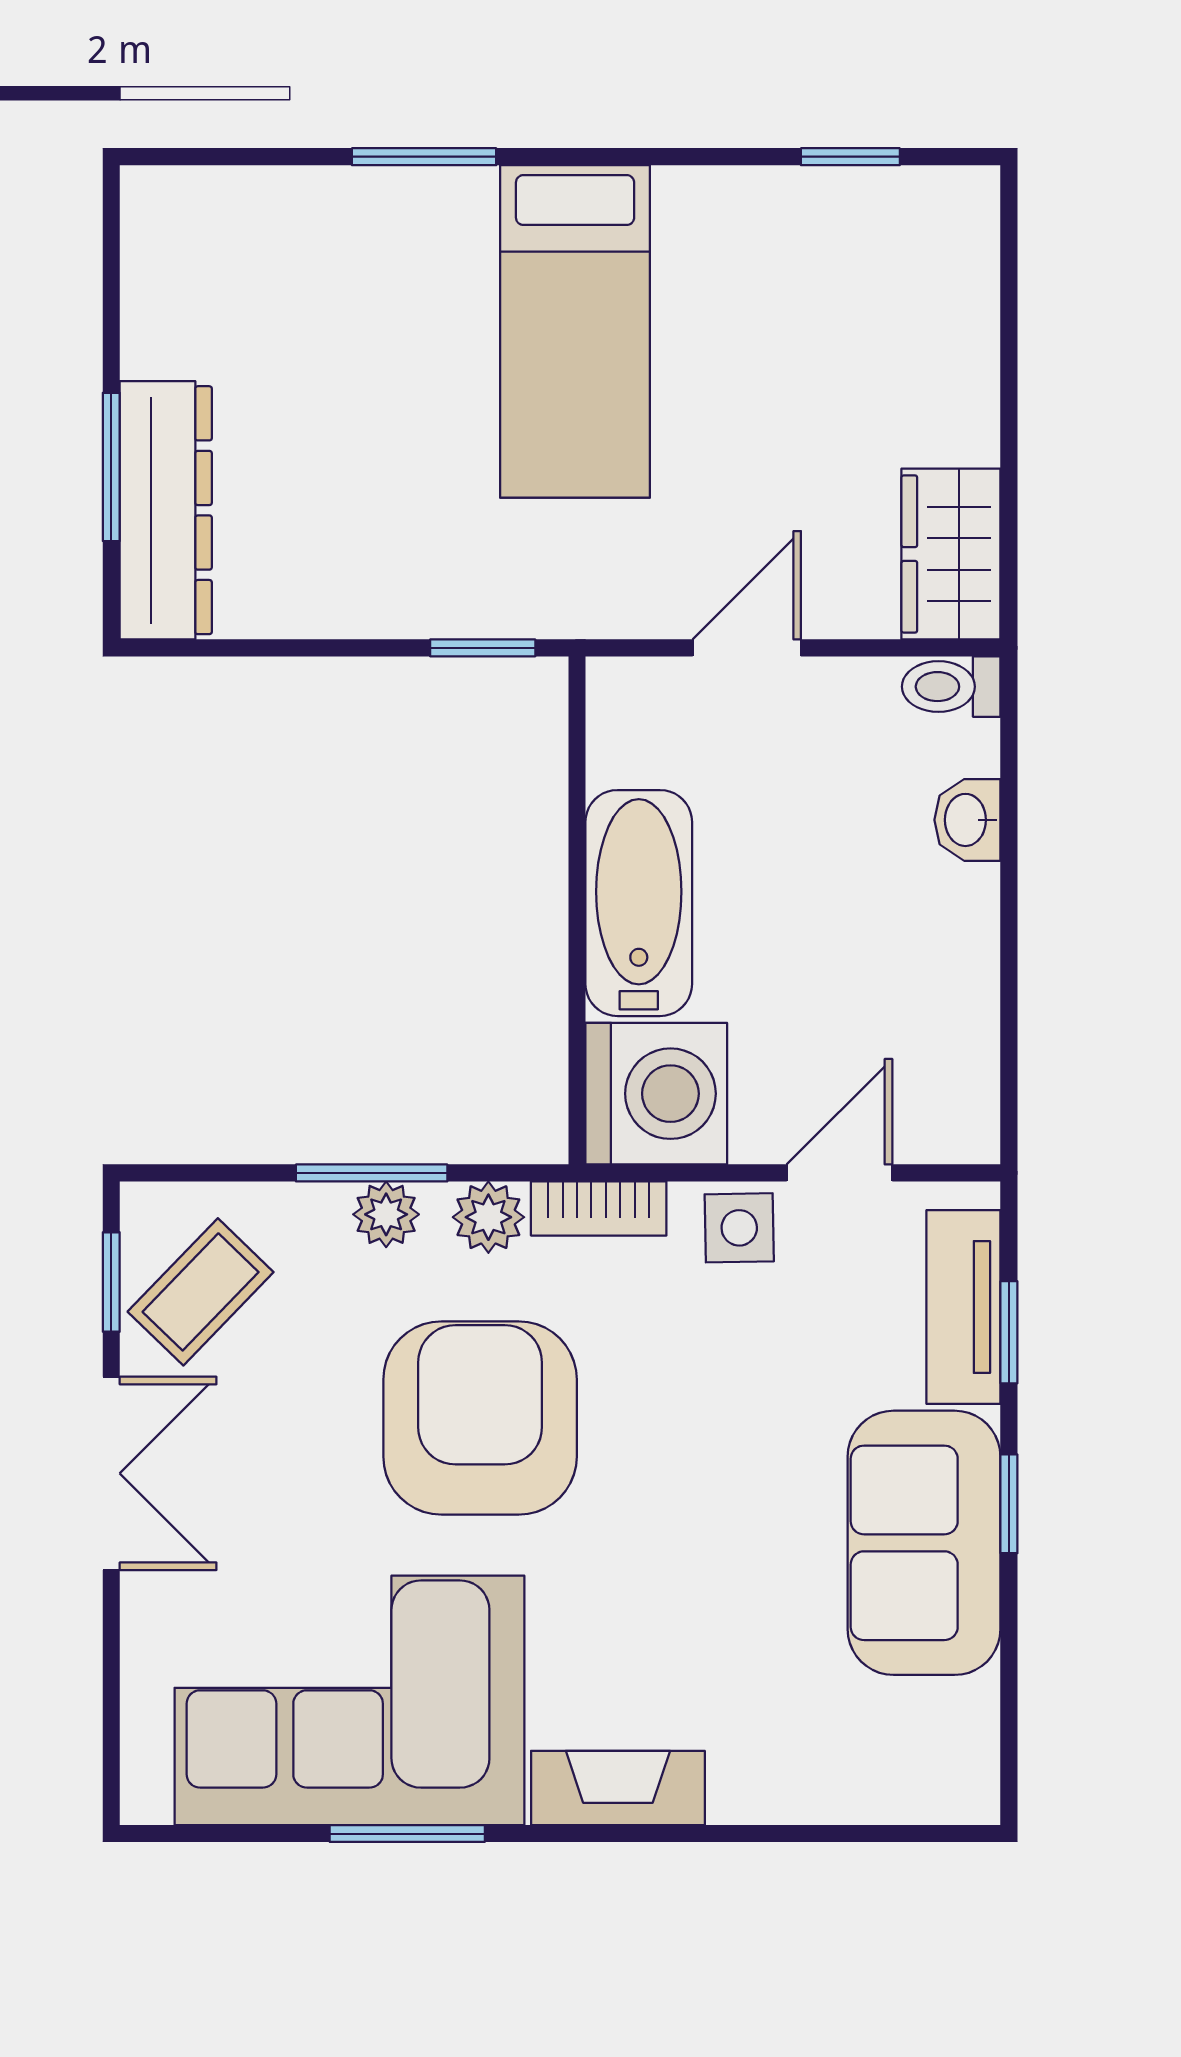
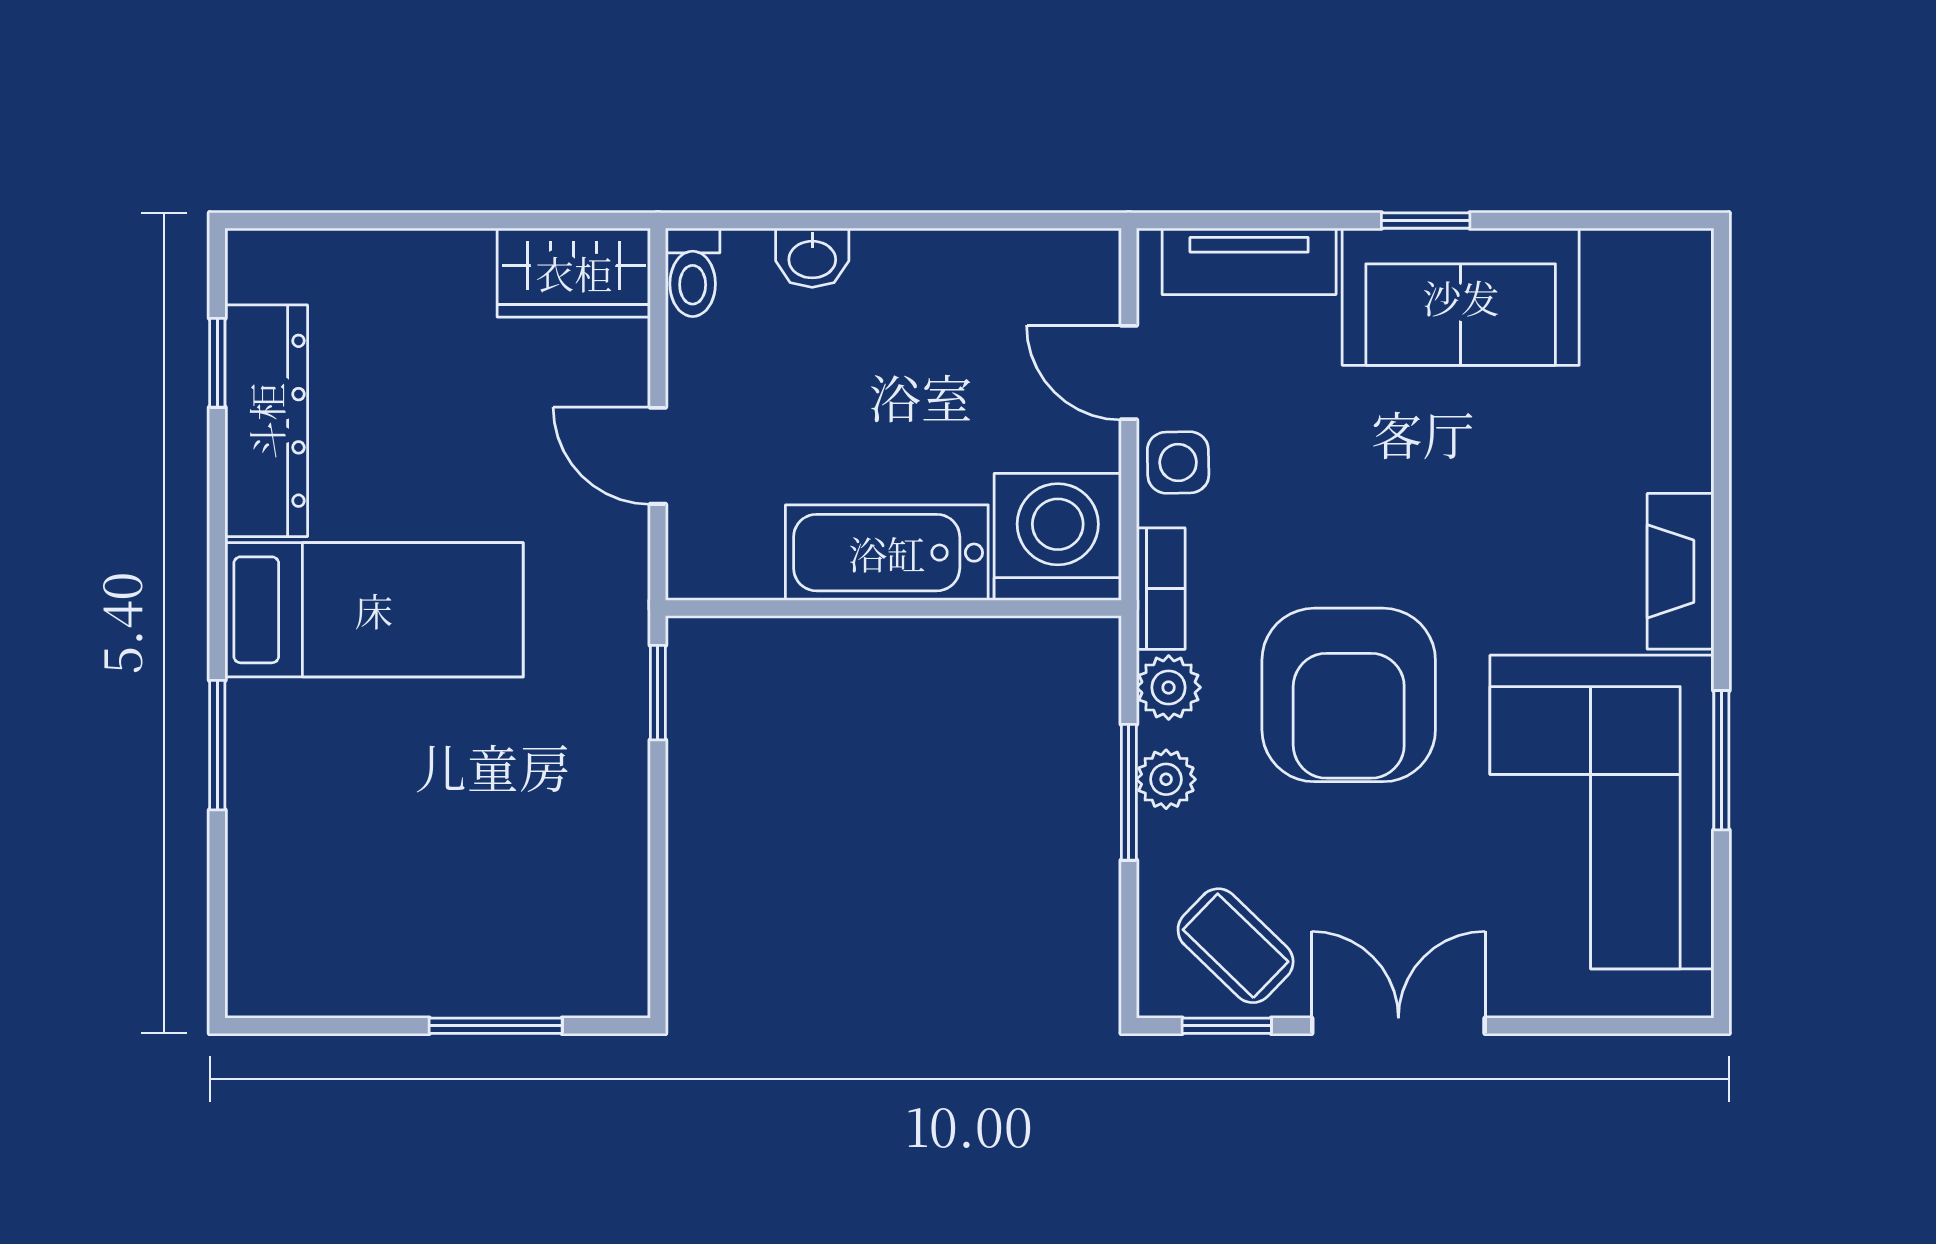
dresser: (166, 510) -> (266, 421), moved, turned 90
window: (1009, 1332) -> (1272, 221), removed
armchair: (480, 1418) -> (1349, 695), turned -90

